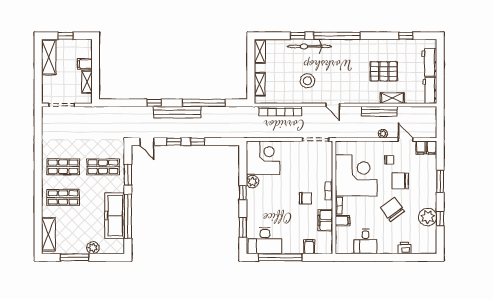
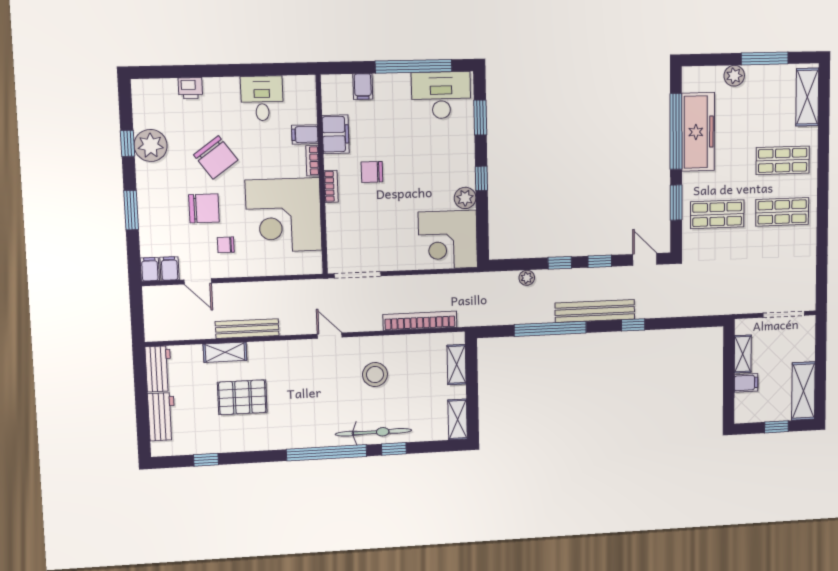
plant: (383, 134) -> (527, 278), moved

